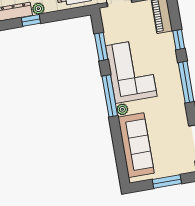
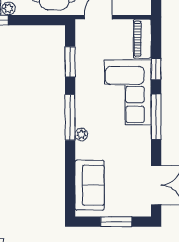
corner sofa: (131, 71) -> (128, 92), moved, turned 180
sofa: (136, 145) -> (90, 185), width x0.73

